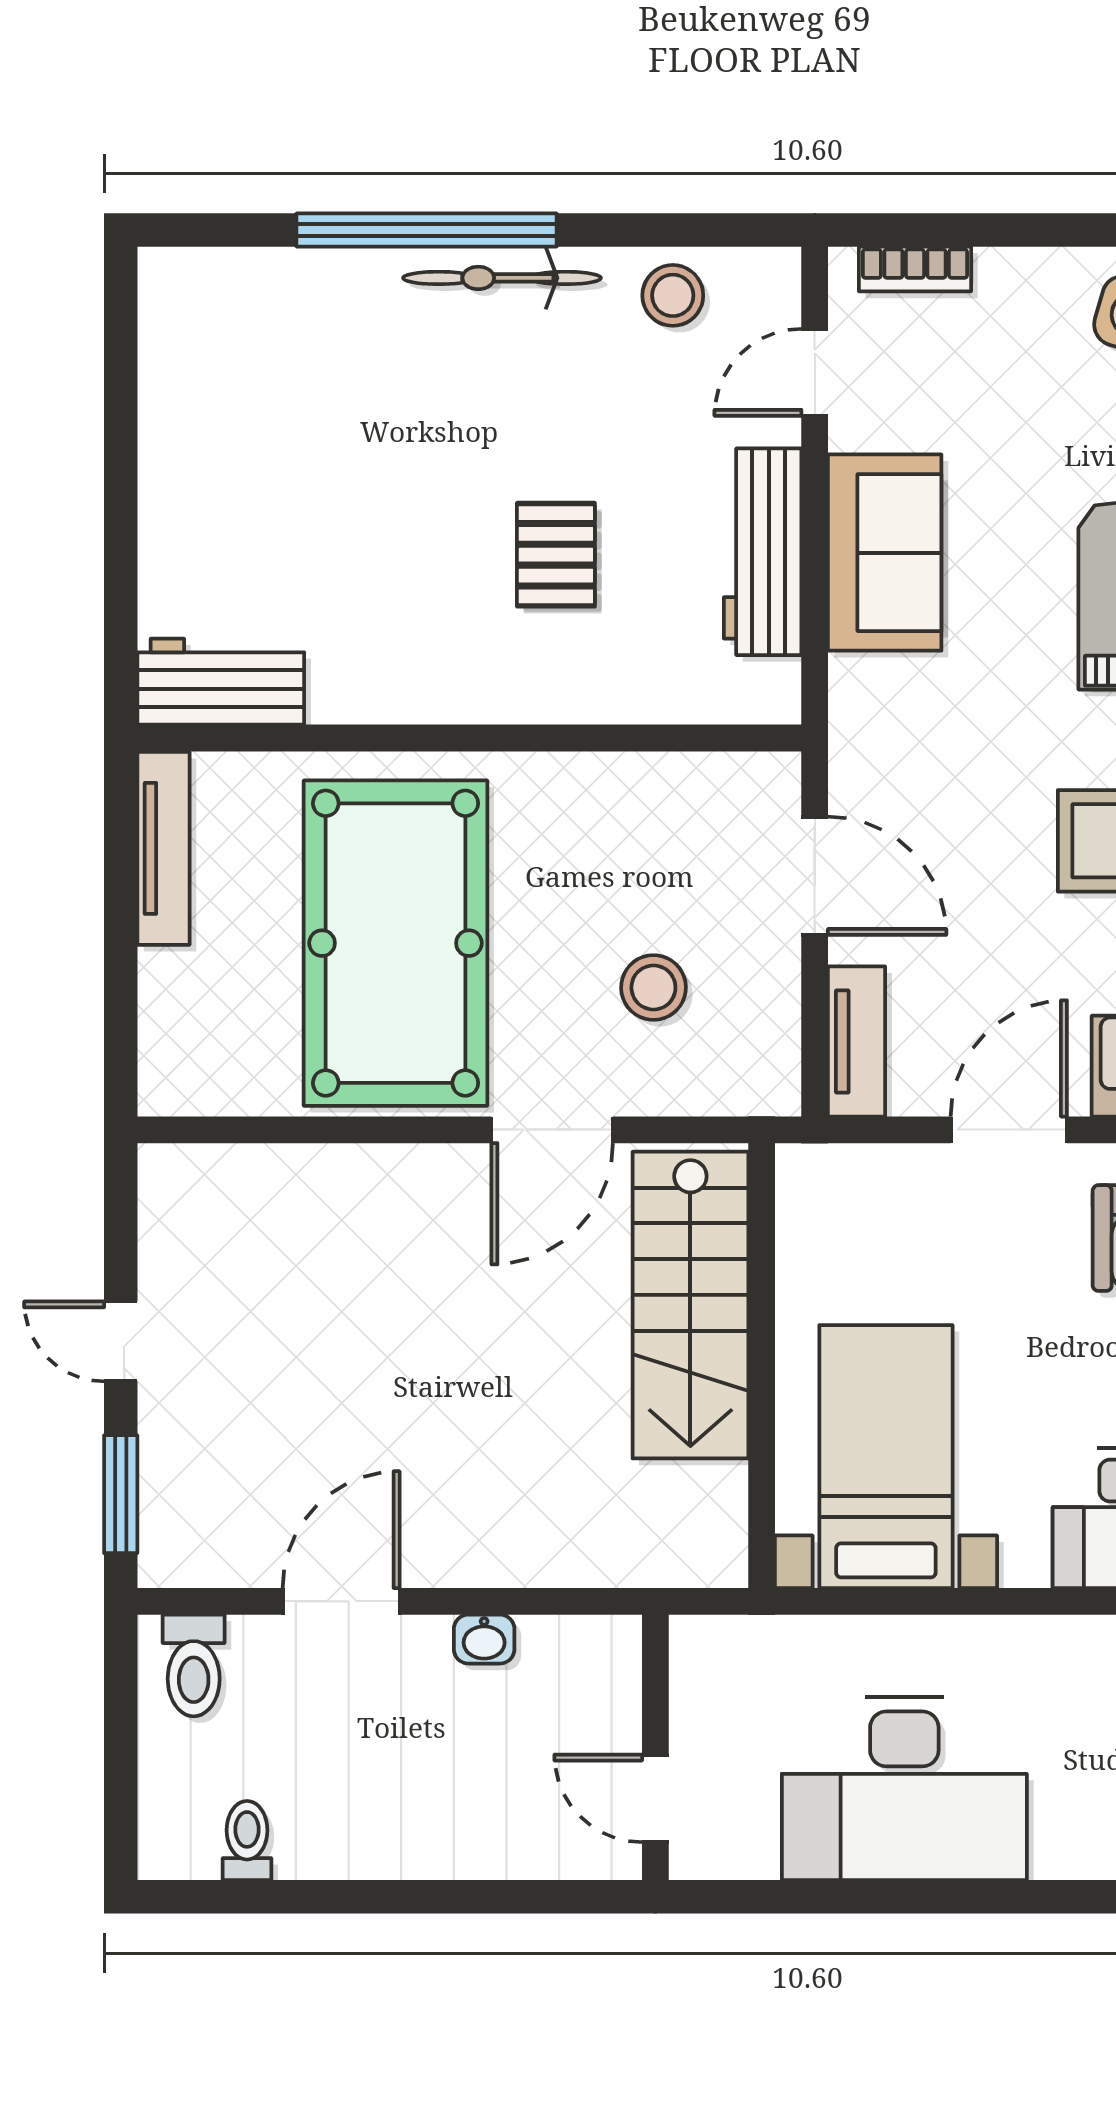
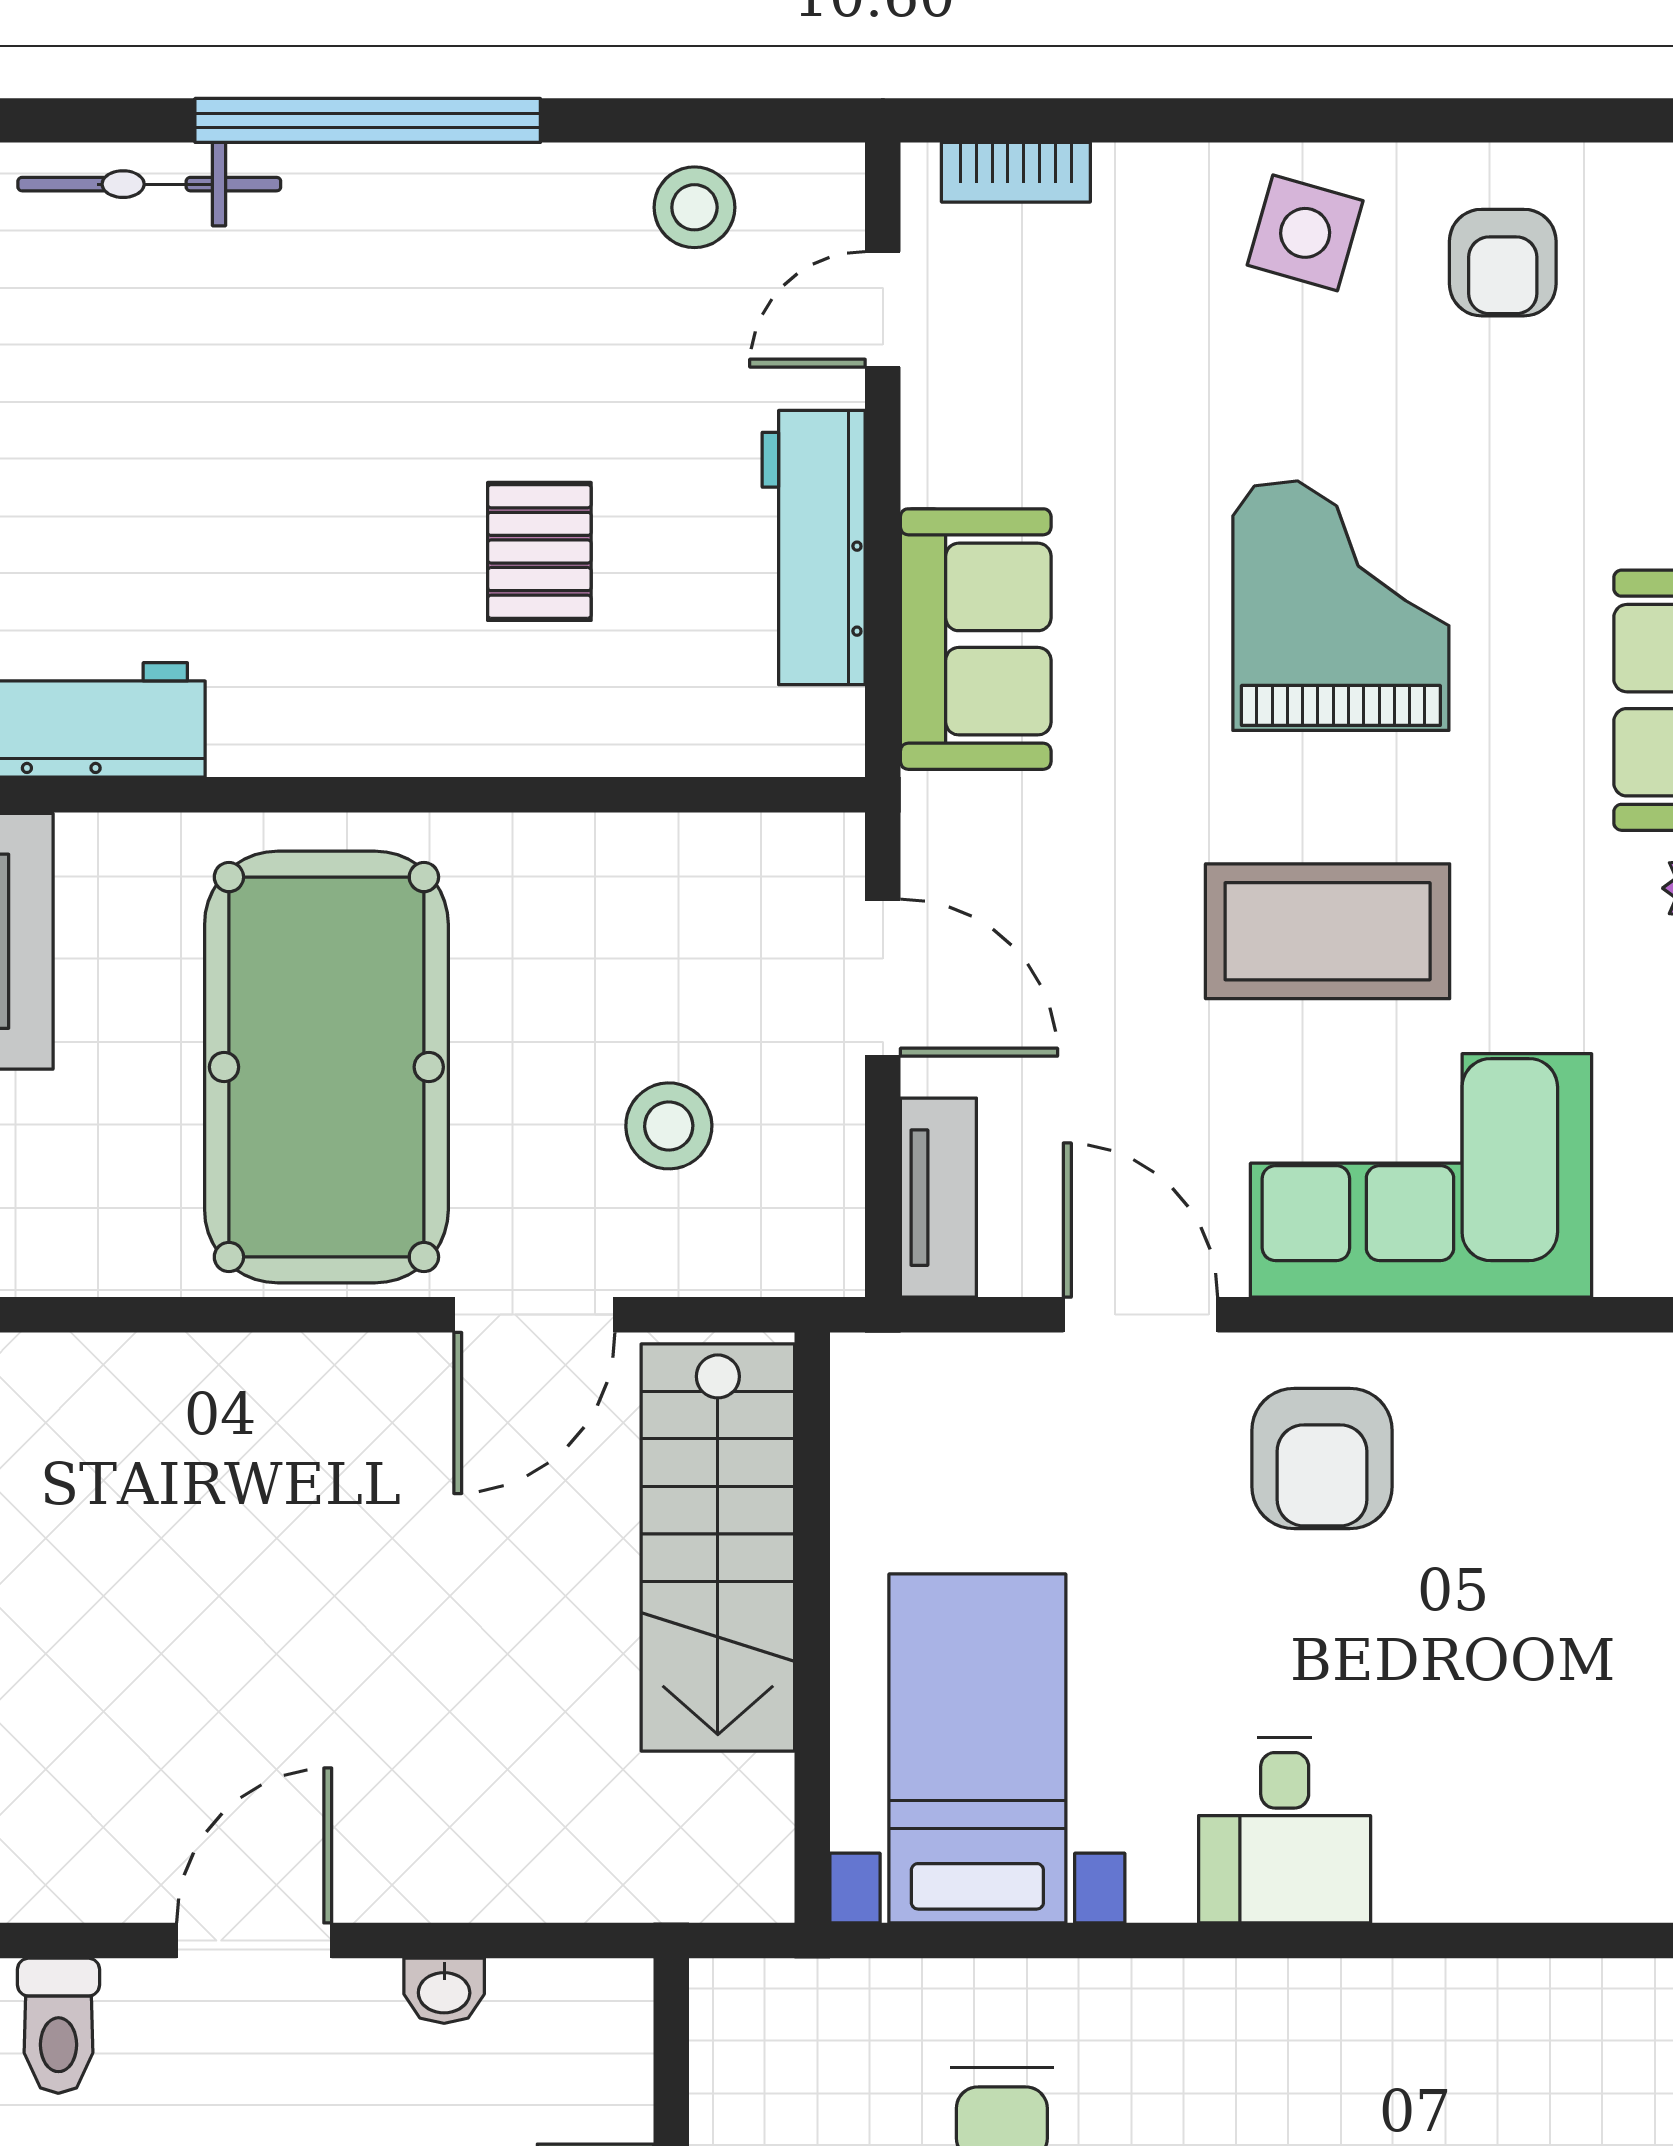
bicycle: (502, 278) -> (149, 184), moved
sofa: (885, 553) -> (976, 639), moved
door: (1009, 1130) -> (1140, 1315), hinge flipped

